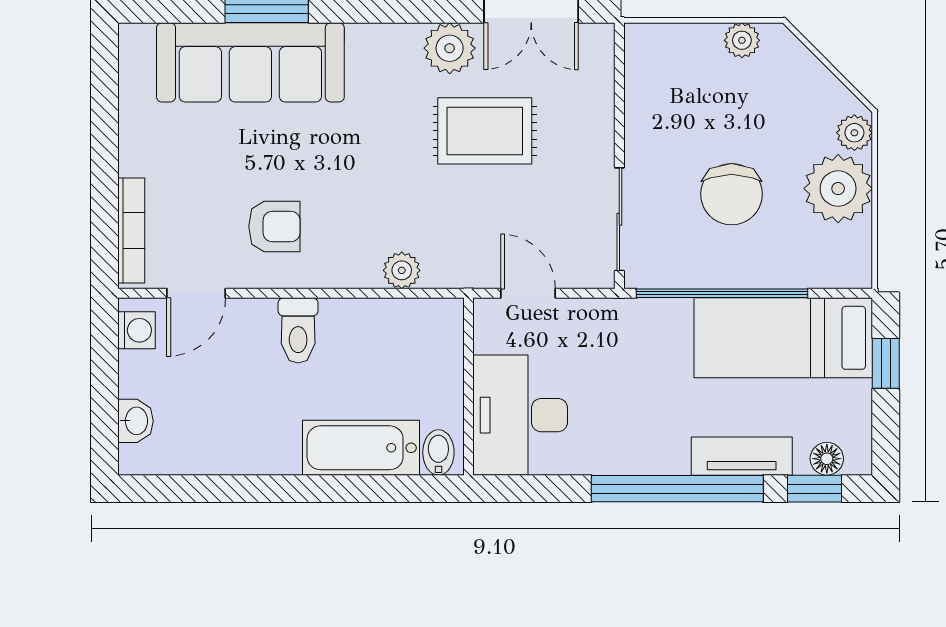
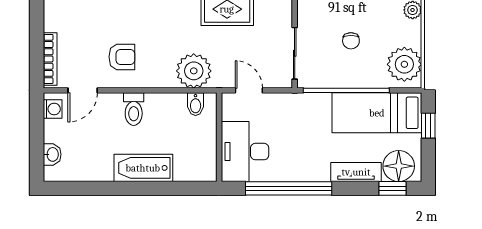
plant: (838, 189) -> (404, 64), moved
chair: (732, 194) -> (351, 41), width x0.54, depth x0.54
plant: (402, 270) -> (194, 71), width x1.87, depth x1.87
bathtub: (361, 448) -> (143, 168), moved
bidet: (438, 452) -> (196, 104), moved, turned 180
floor lamp: (827, 459) -> (399, 166), width x1.89, depth x1.89
window: (677, 489) -> (289, 188), moved

